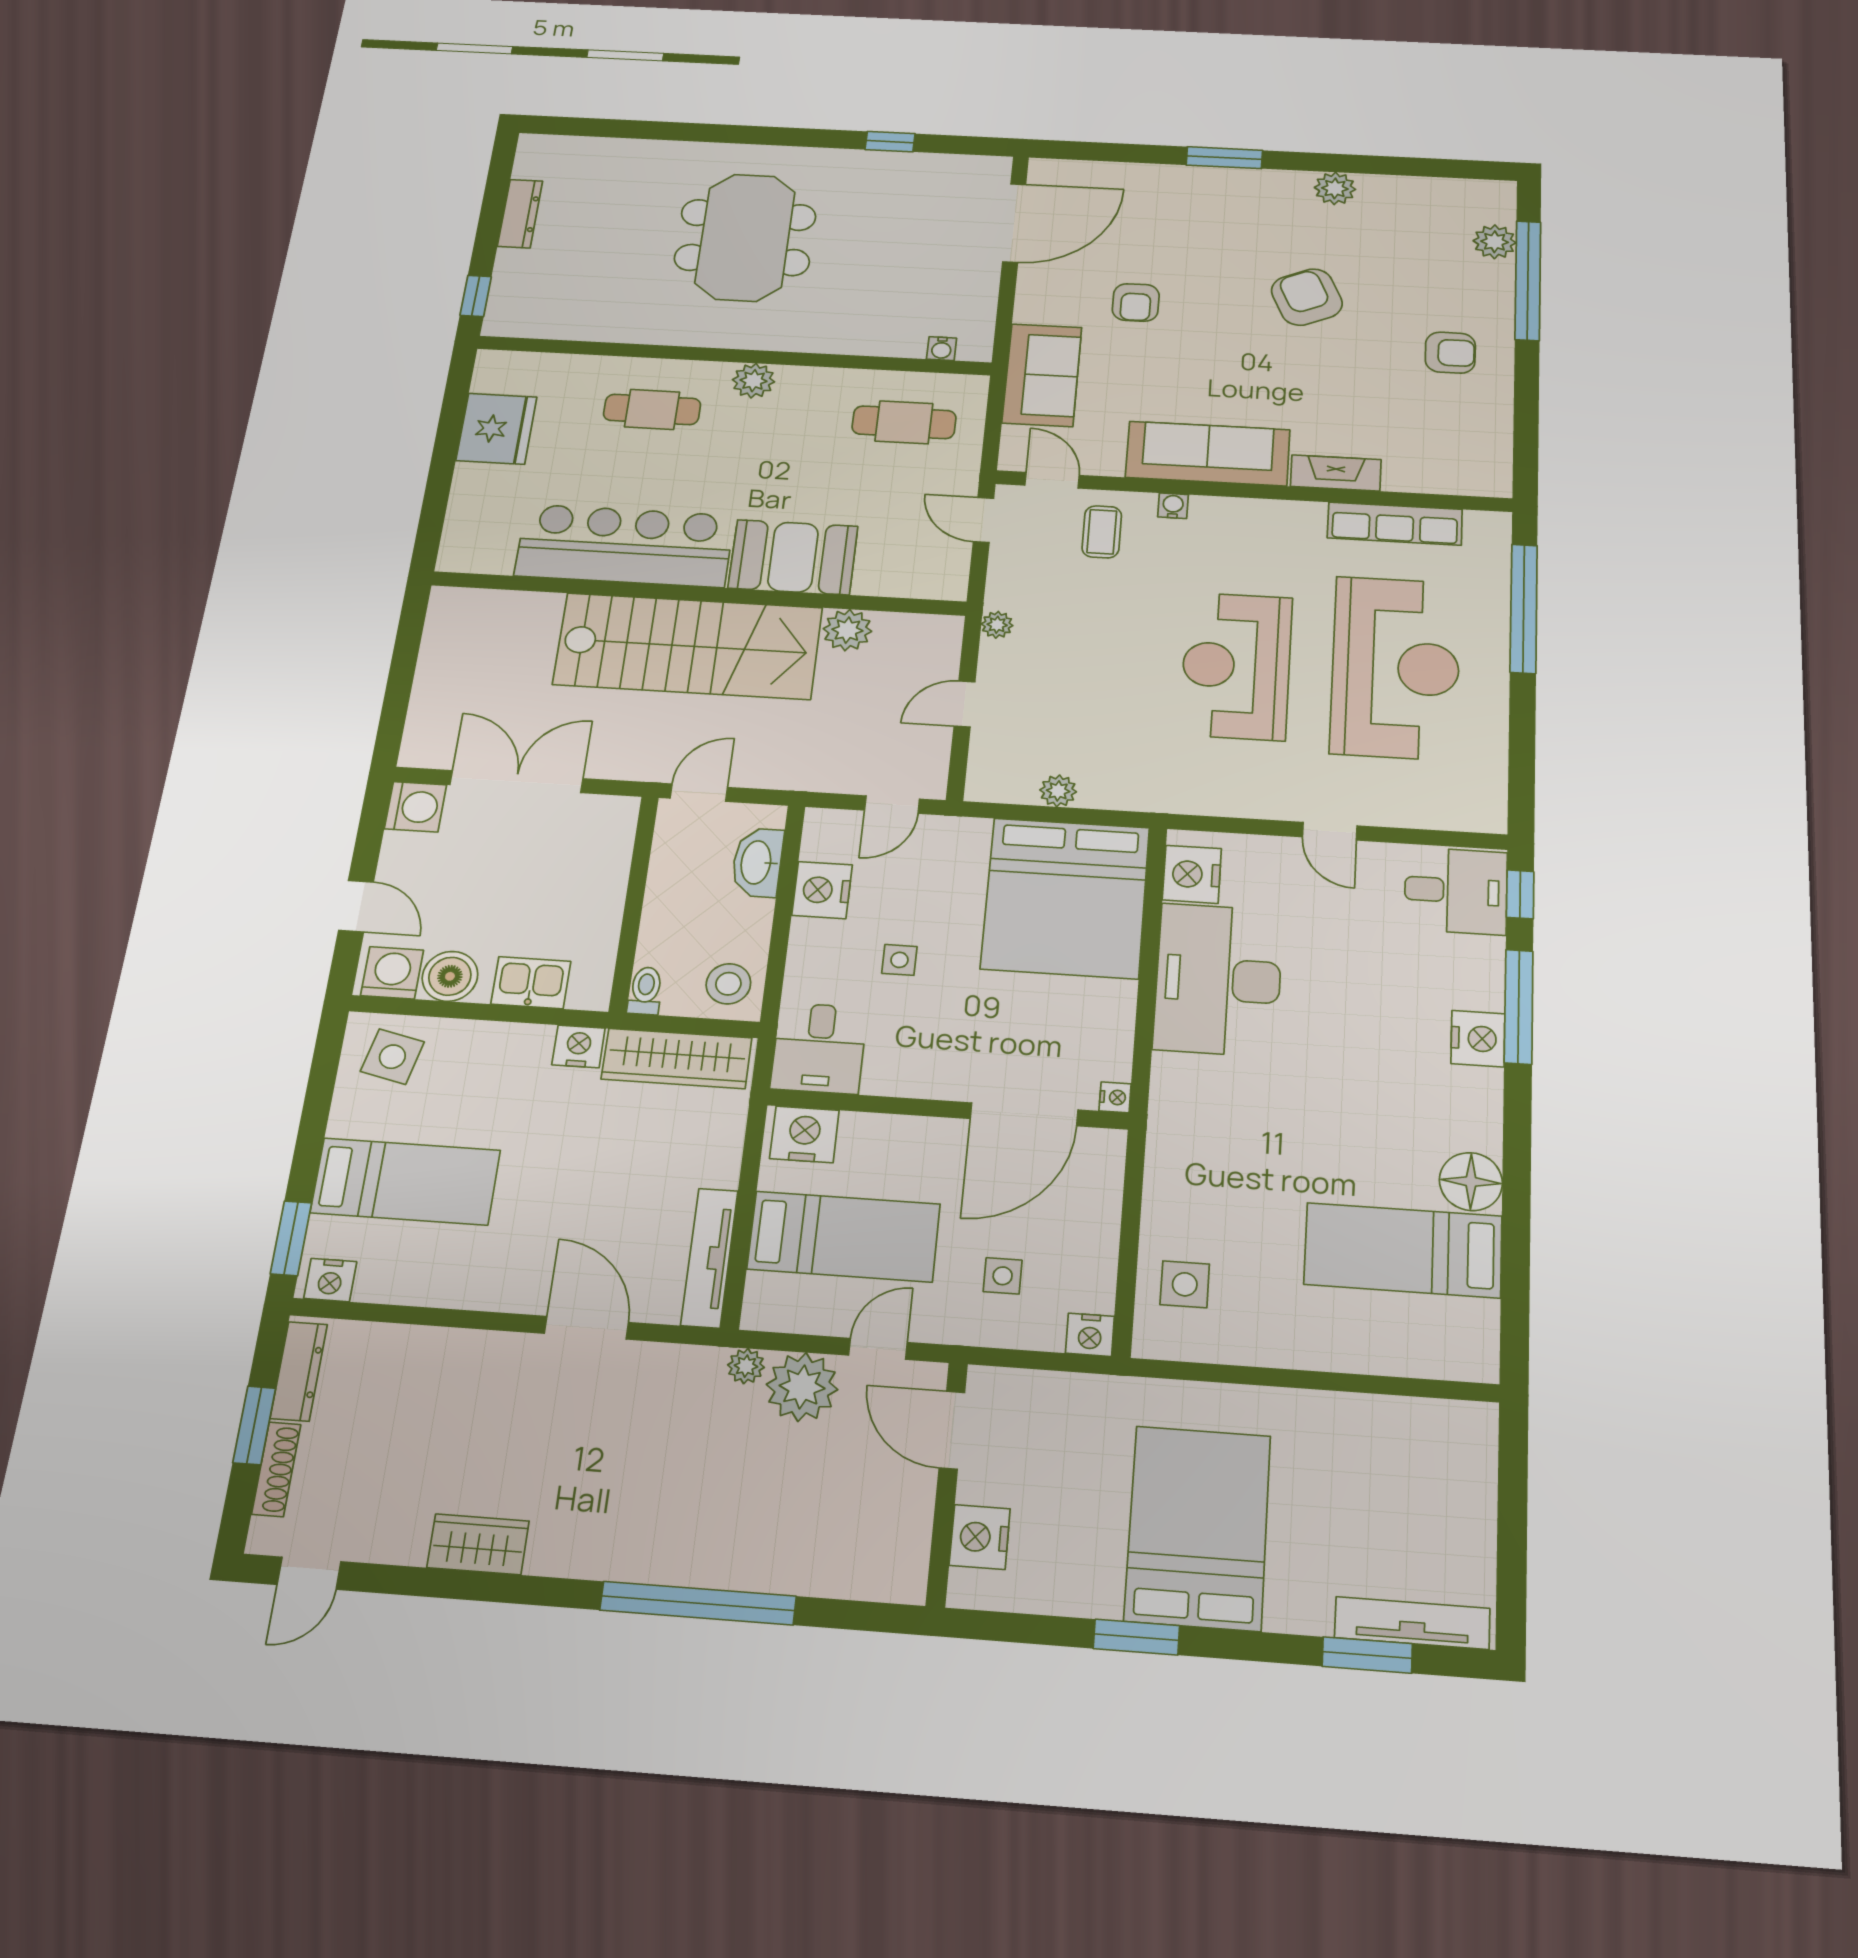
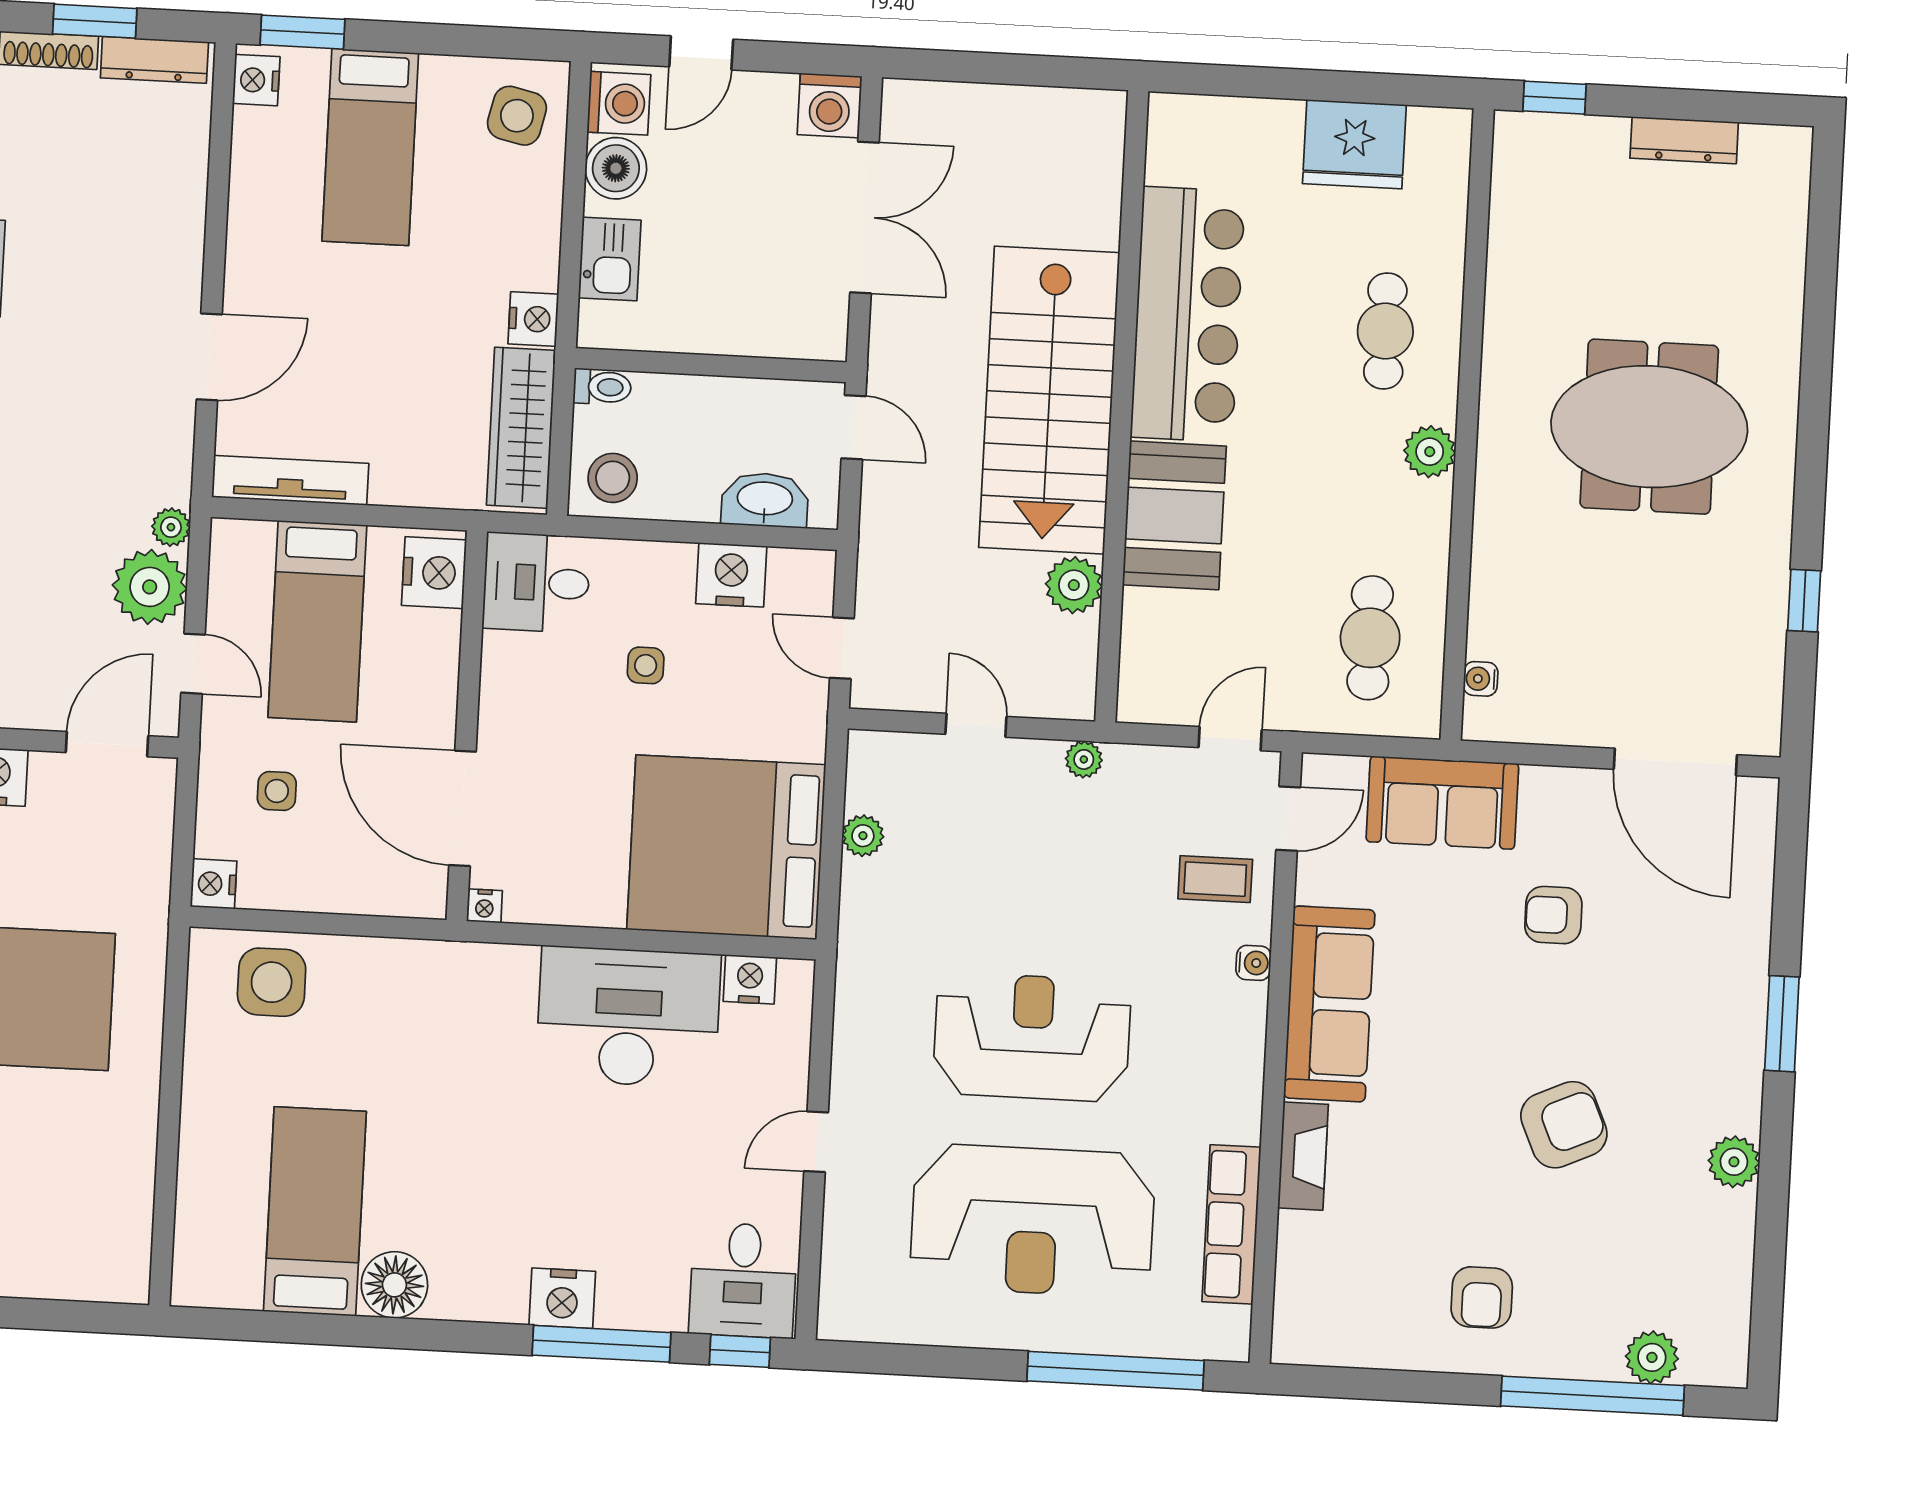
nightstand: (1192, 874) -> (750, 979), width x0.74, depth x0.75
side table: (1185, 1284) -> (272, 982), width x1.37, depth x1.37

